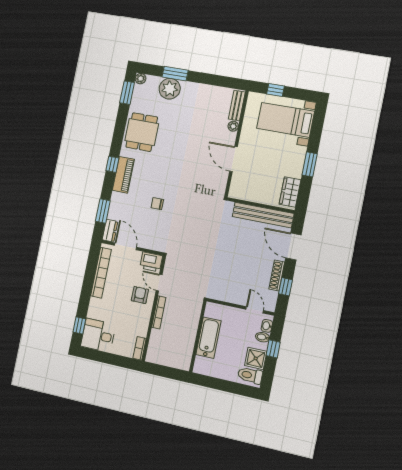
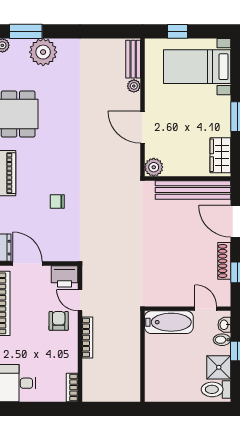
window: (175, 74) -> (26, 31), moved
plant: (236, 192) -> (154, 167), added
bathtub: (209, 338) -> (169, 322), moved, turned 90

